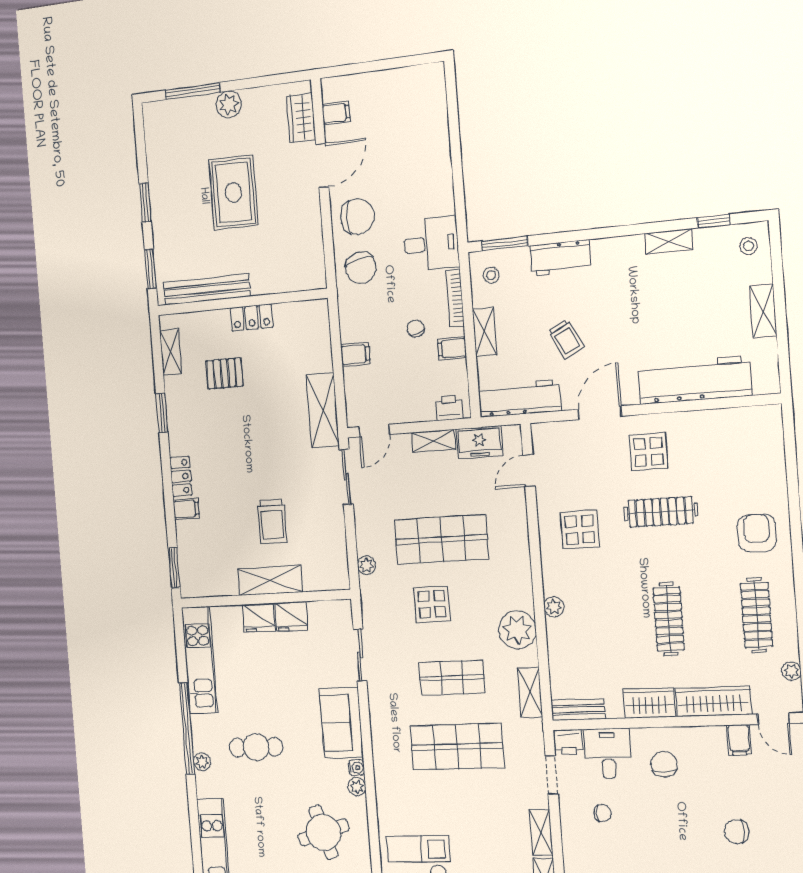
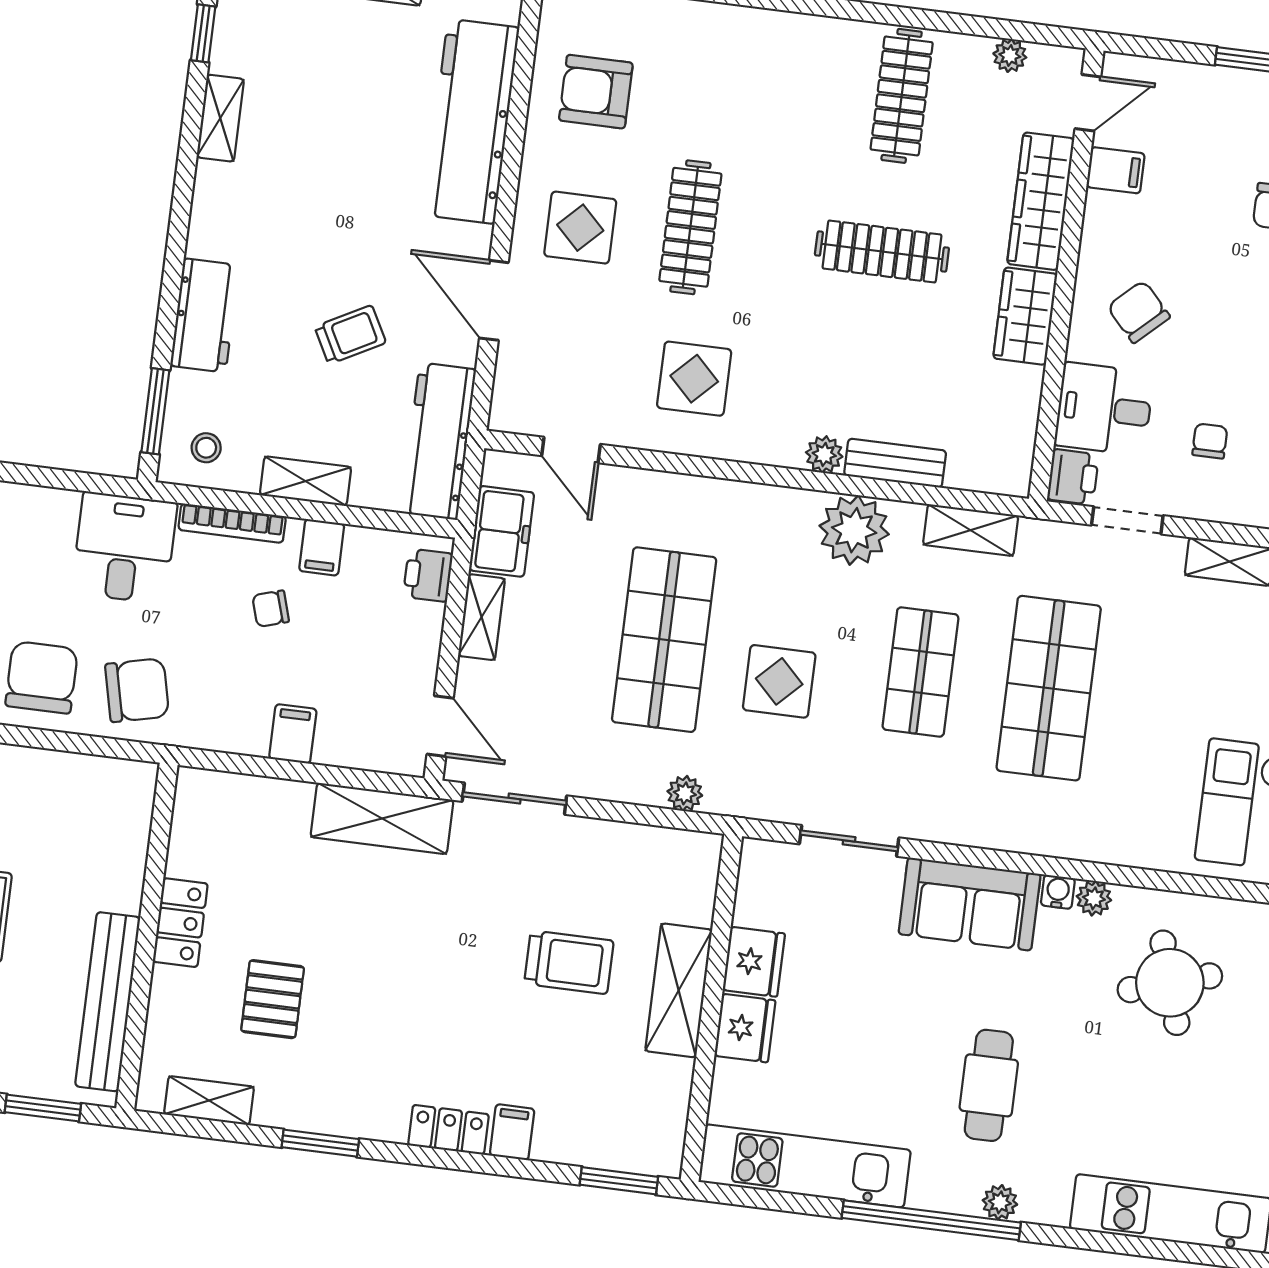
armchair: (757, 533) -> (596, 92), moved
clothes rail: (757, 615) -> (902, 96), turned 90
bench: (578, 710) -> (895, 463), moved, turned 90
chair: (664, 764) -> (1139, 312), turned 47

